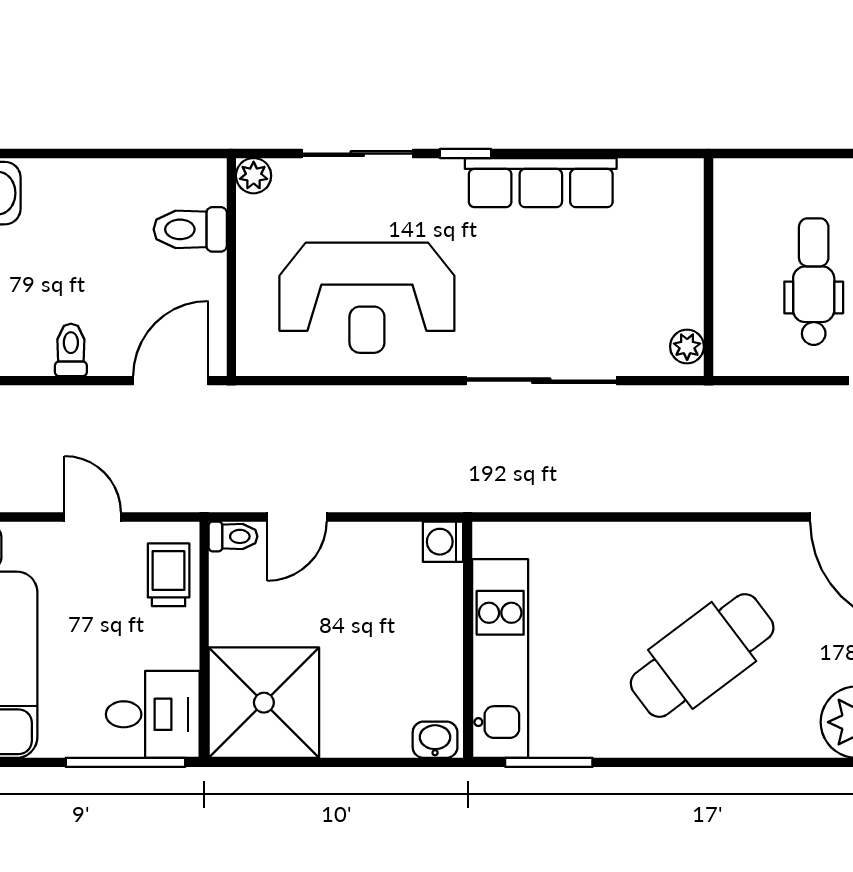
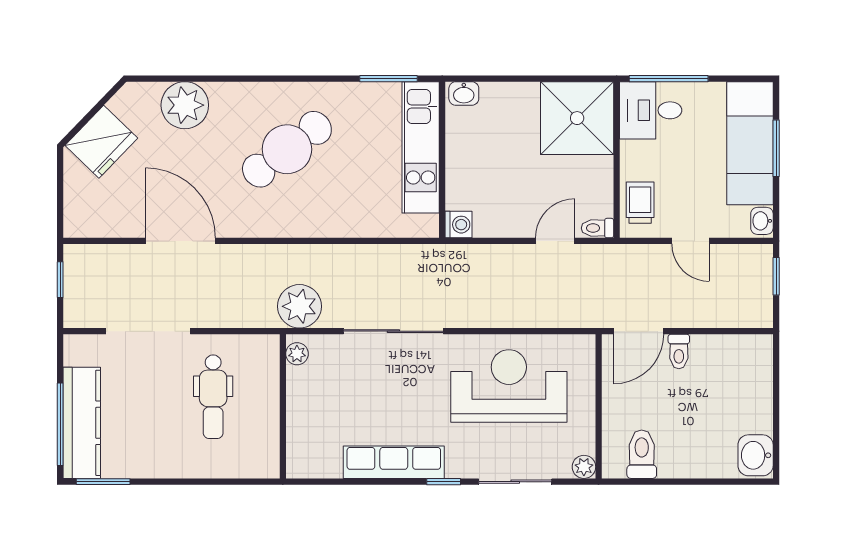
toilet: (190, 229) -> (642, 454), moved, turned -90
toilet: (71, 350) -> (679, 352), moved
plant: (683, 418) -> (299, 306), added
trolley: (169, 575) -> (640, 203), turned 180

